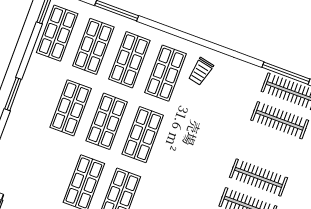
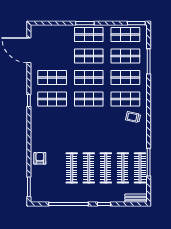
shop shelf: (34, 95) -> (89, 34), added
clothes rail: (269, 149) -> (106, 168), added

